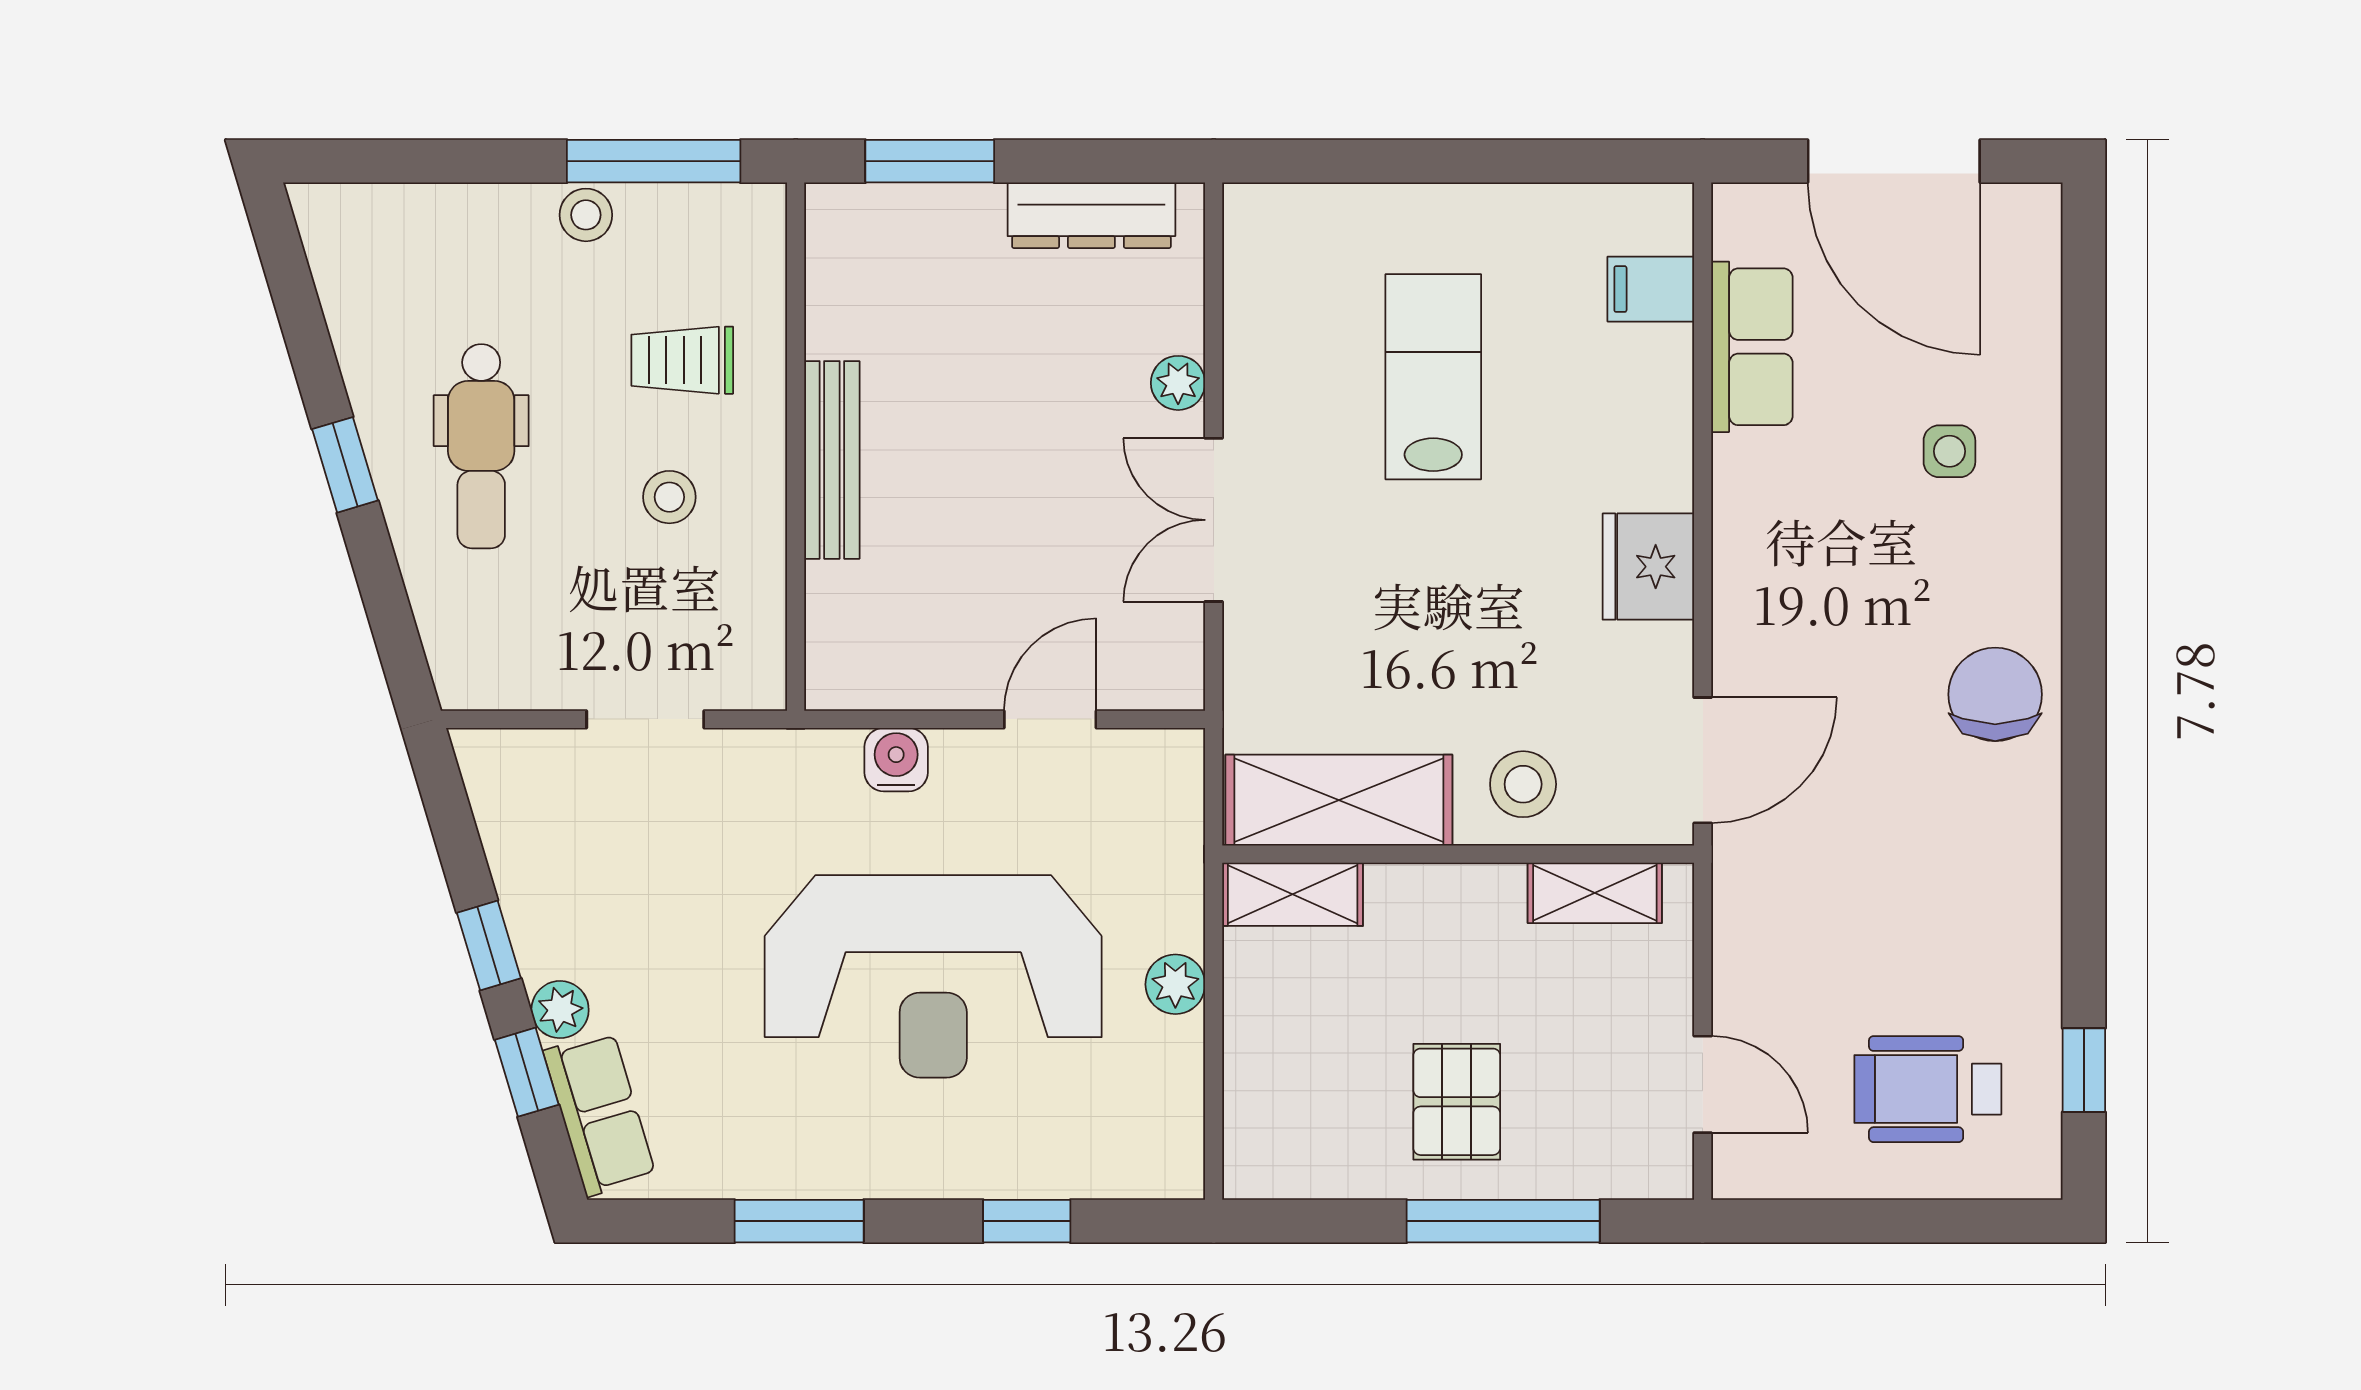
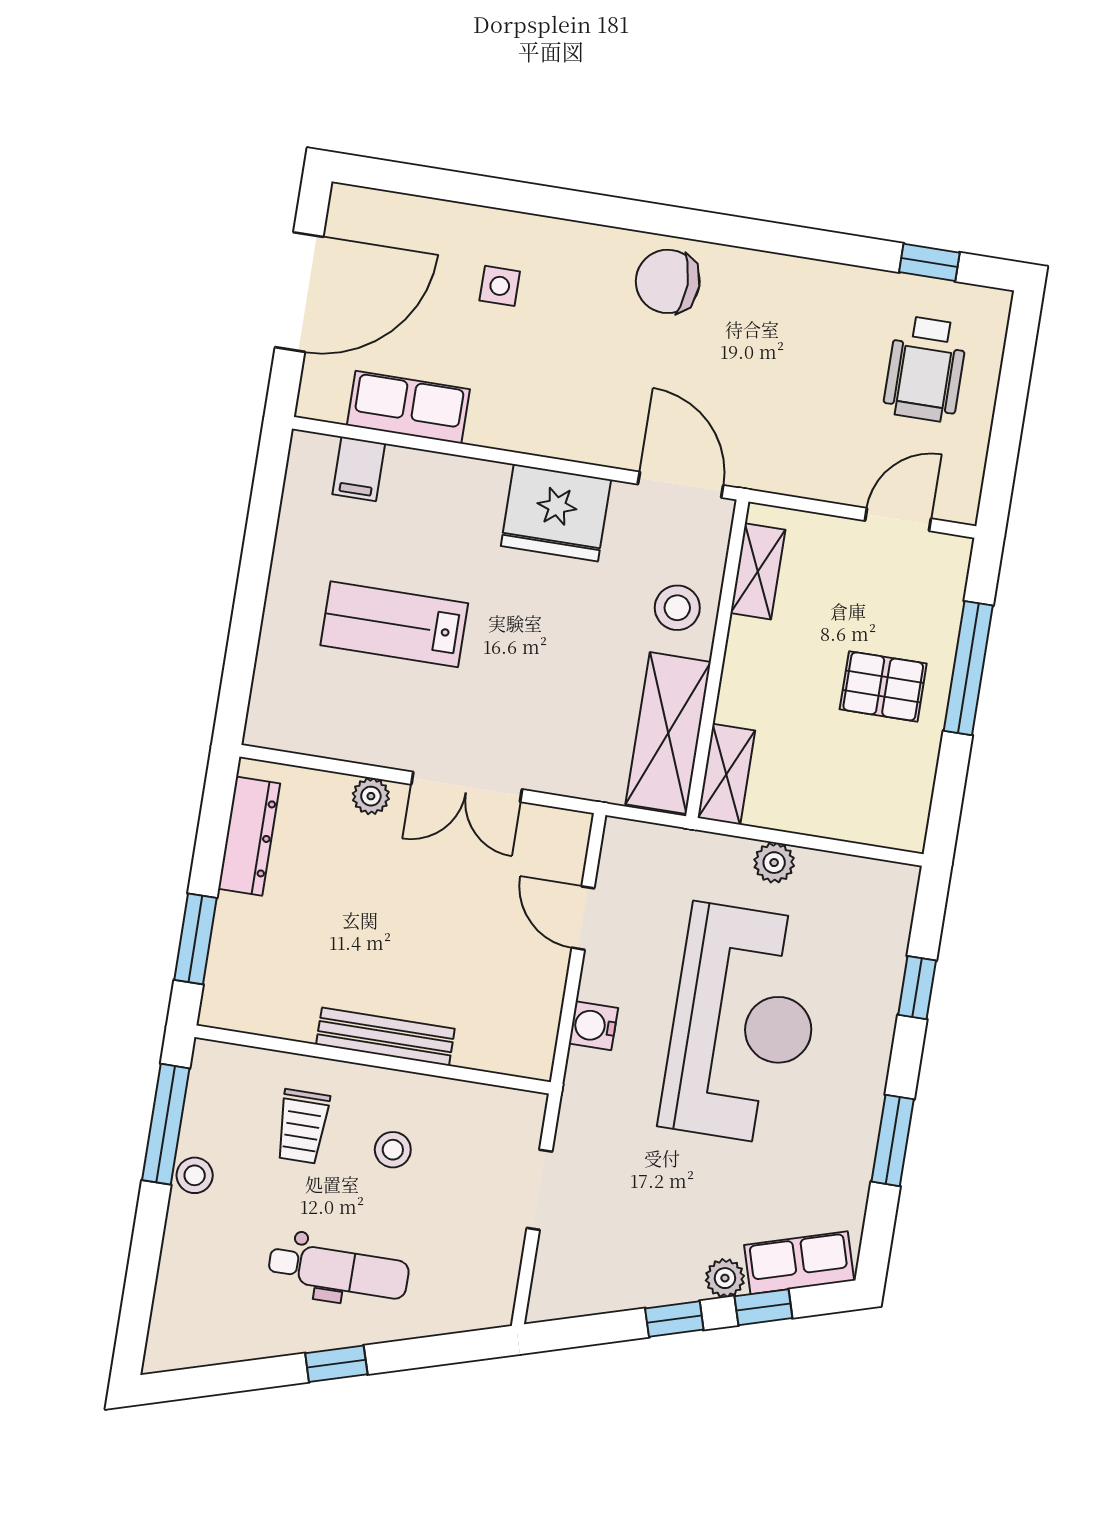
fridge: (1648, 567) -> (556, 513), width x1.36, depth x1.34

